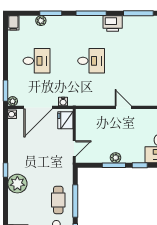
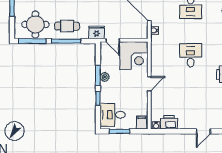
desk: (91, 61) -> (191, 55), turned 180
fridge: (65, 120) -> (97, 32), moved
corner desk: (92, 125) -> (134, 56), added

